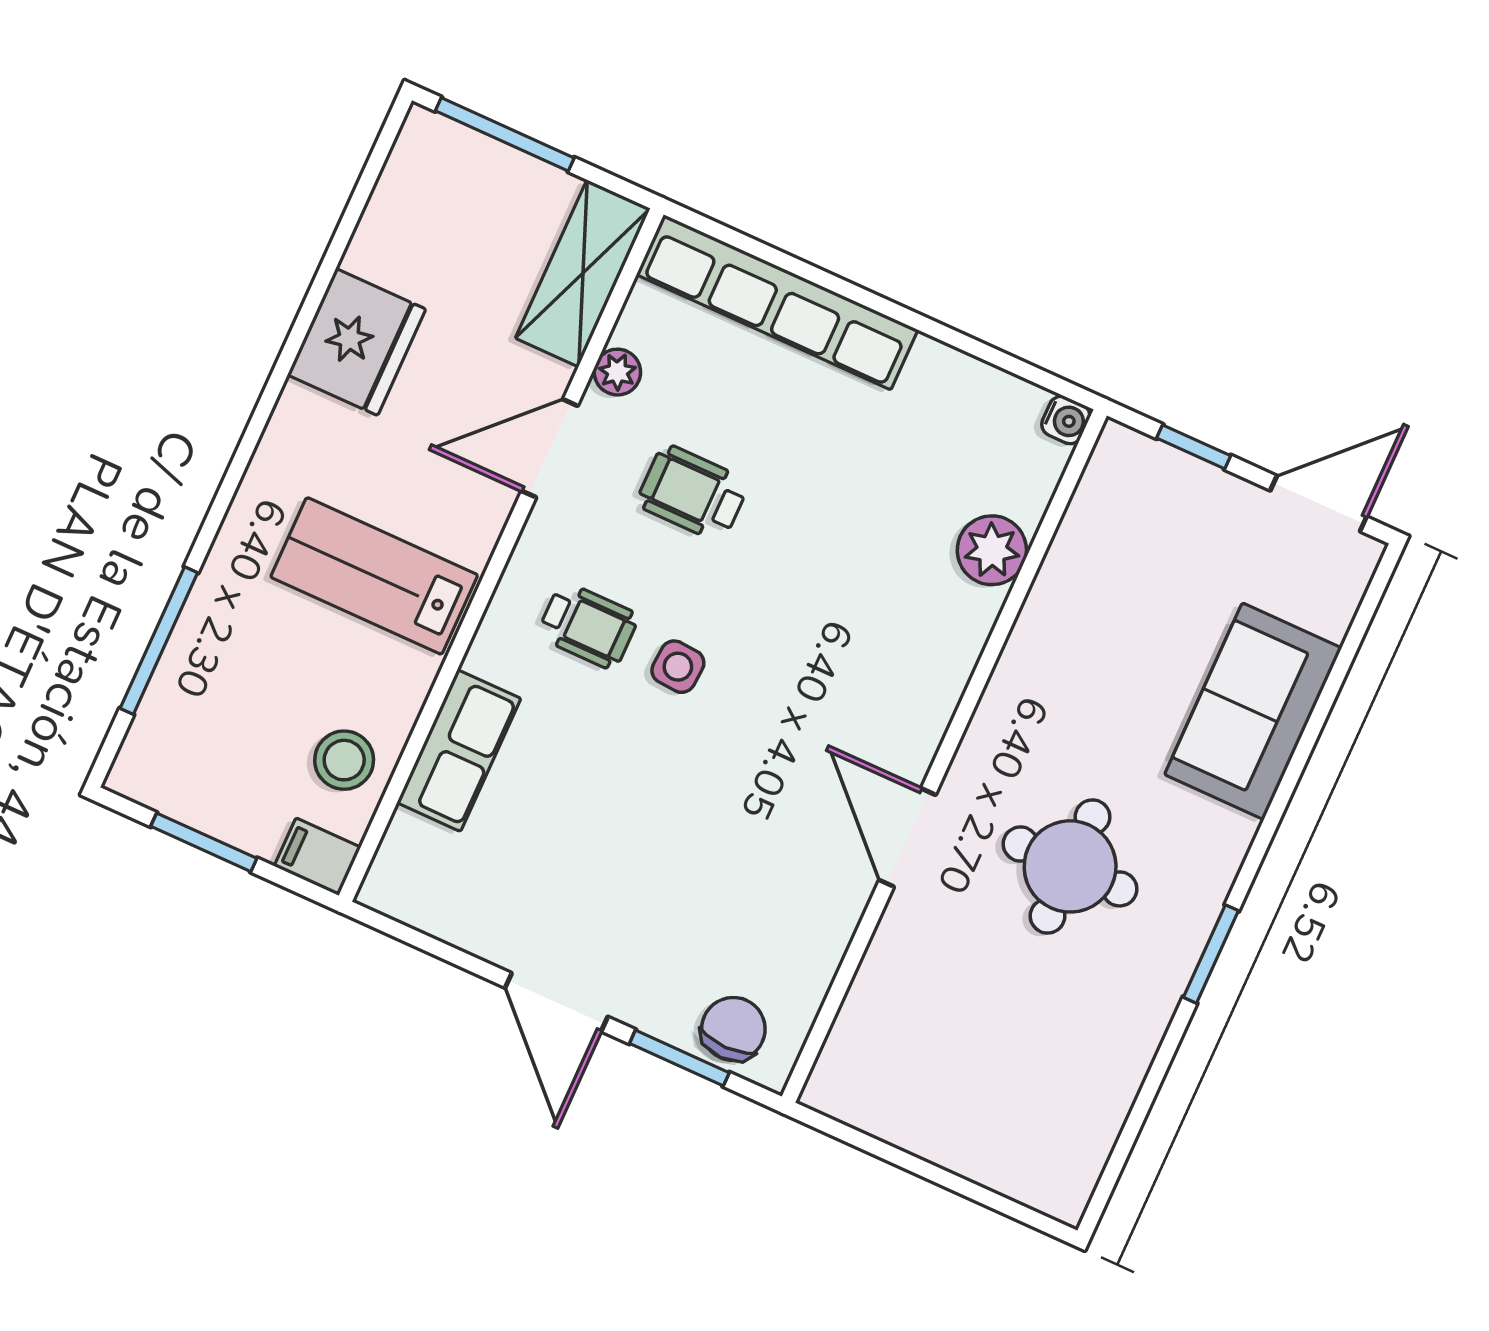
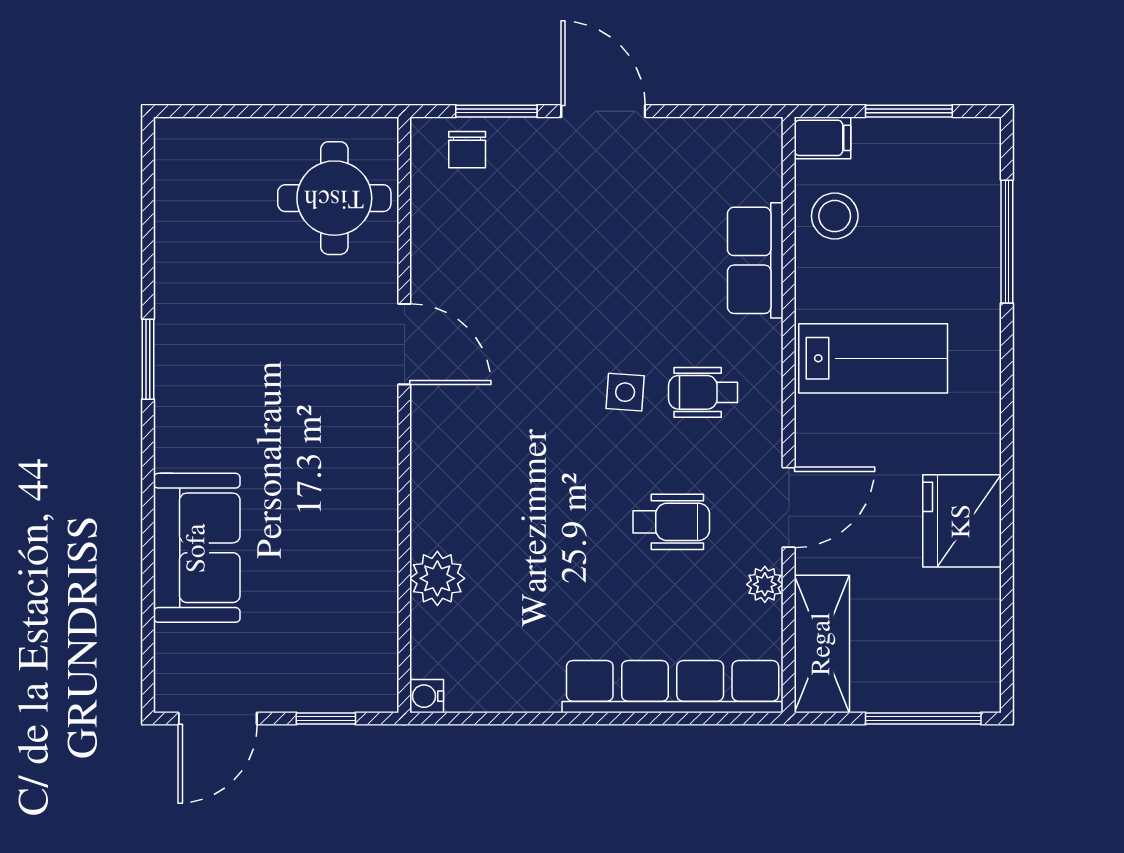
round table: (1070, 866) -> (334, 198), moved
chair: (733, 1029) -> (467, 150), width x0.73, depth x0.73

